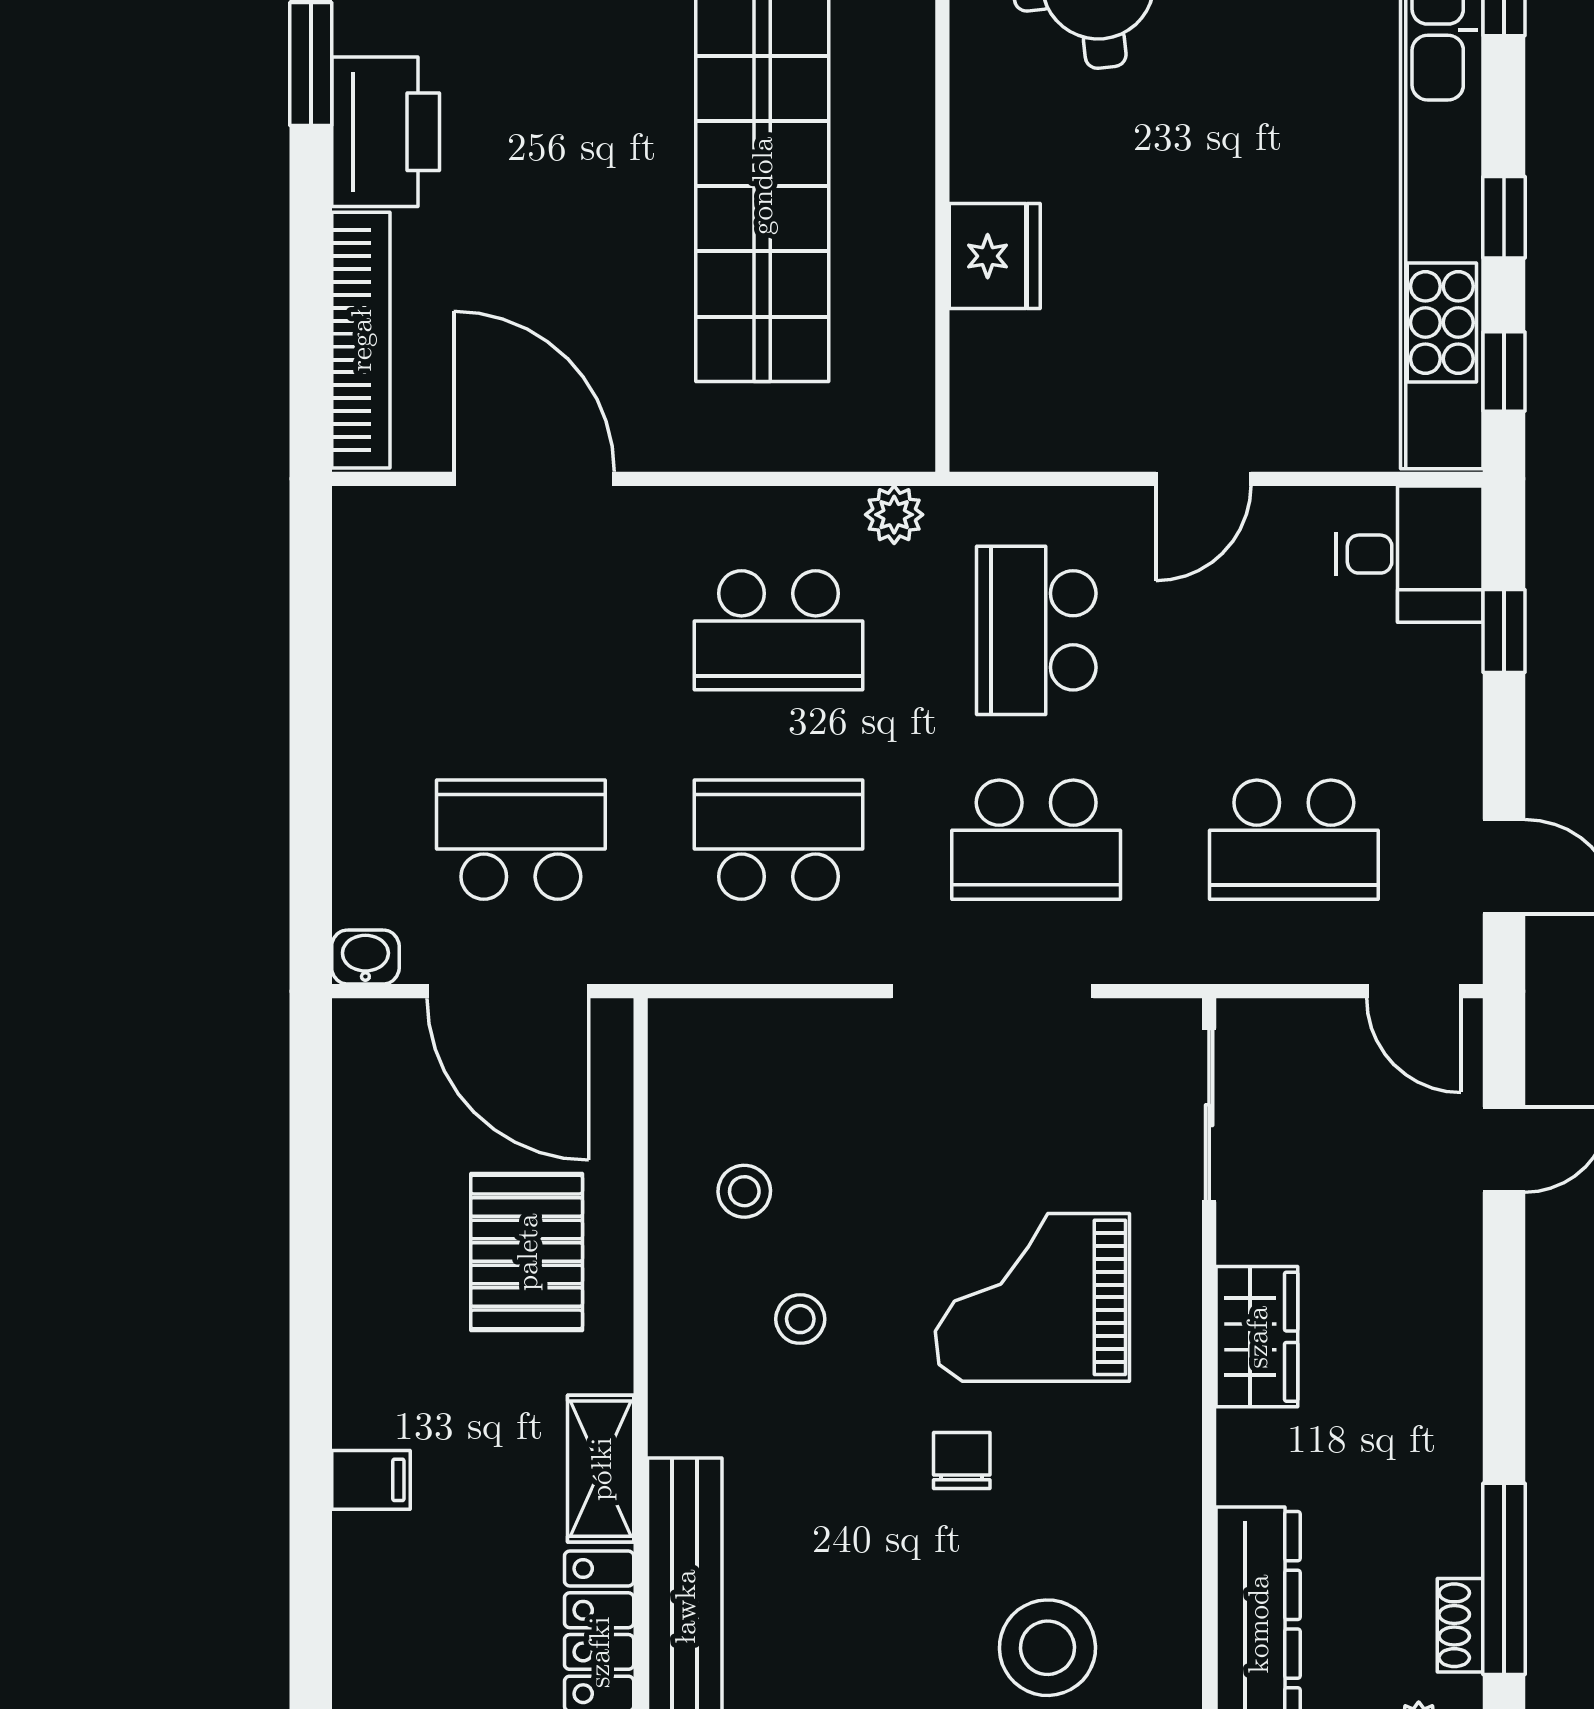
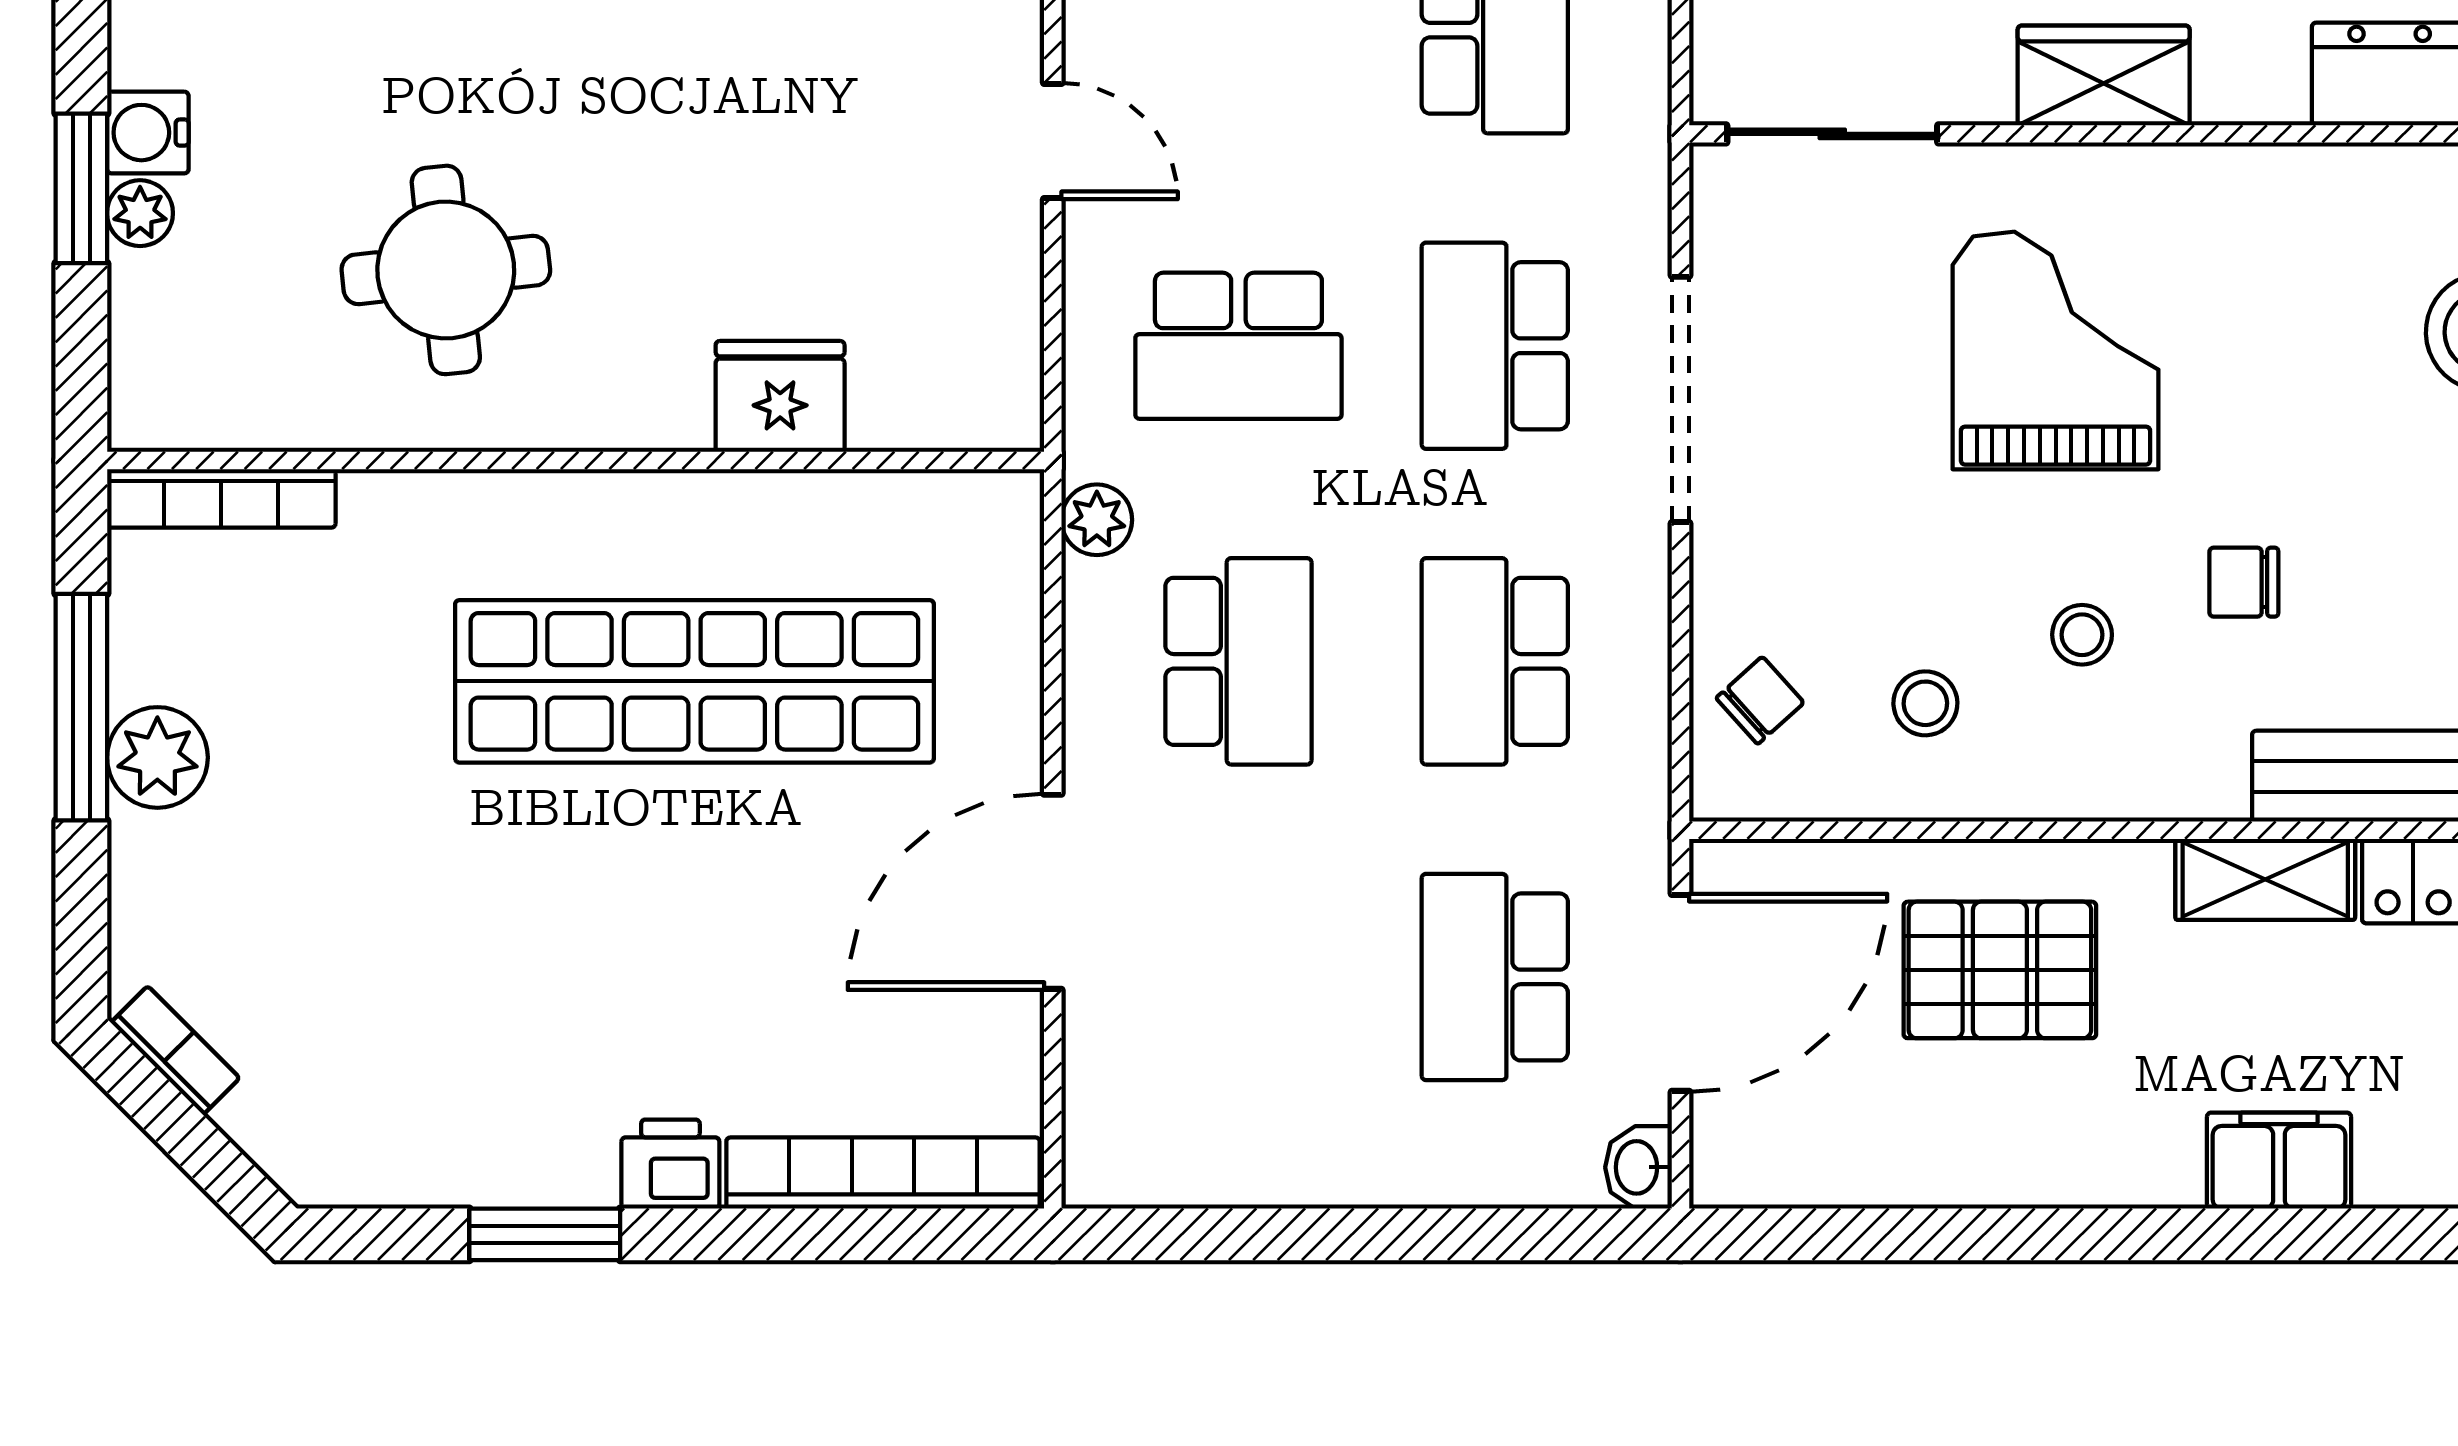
printer: (386, 132) -> (670, 1164), width x0.53, depth x0.68
door: (534, 479) -> (1053, 892), moved
school desk: (1036, 840) -> (1495, 346), turned 180
chair: (747, 1056) -> (1760, 700), added
grand piano: (1032, 1297) -> (2056, 351), turned 180
chair: (962, 1461) -> (2244, 582), moved
filing cabinet: (371, 1480) -> (2279, 1161), width x2.00

